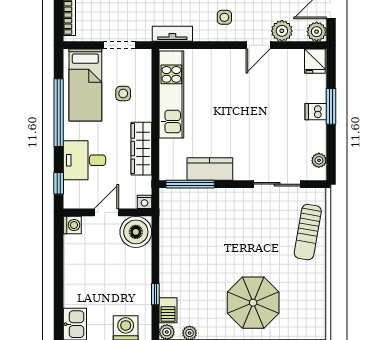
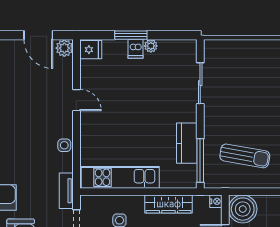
side table: (224, 17) -> (64, 145), moved
plant: (282, 31) -> (64, 79), removed
tv unit: (172, 34) -> (66, 191), moved
plant: (319, 160) -> (151, 46), moved
sun lounger: (308, 232) -> (245, 156), moved

